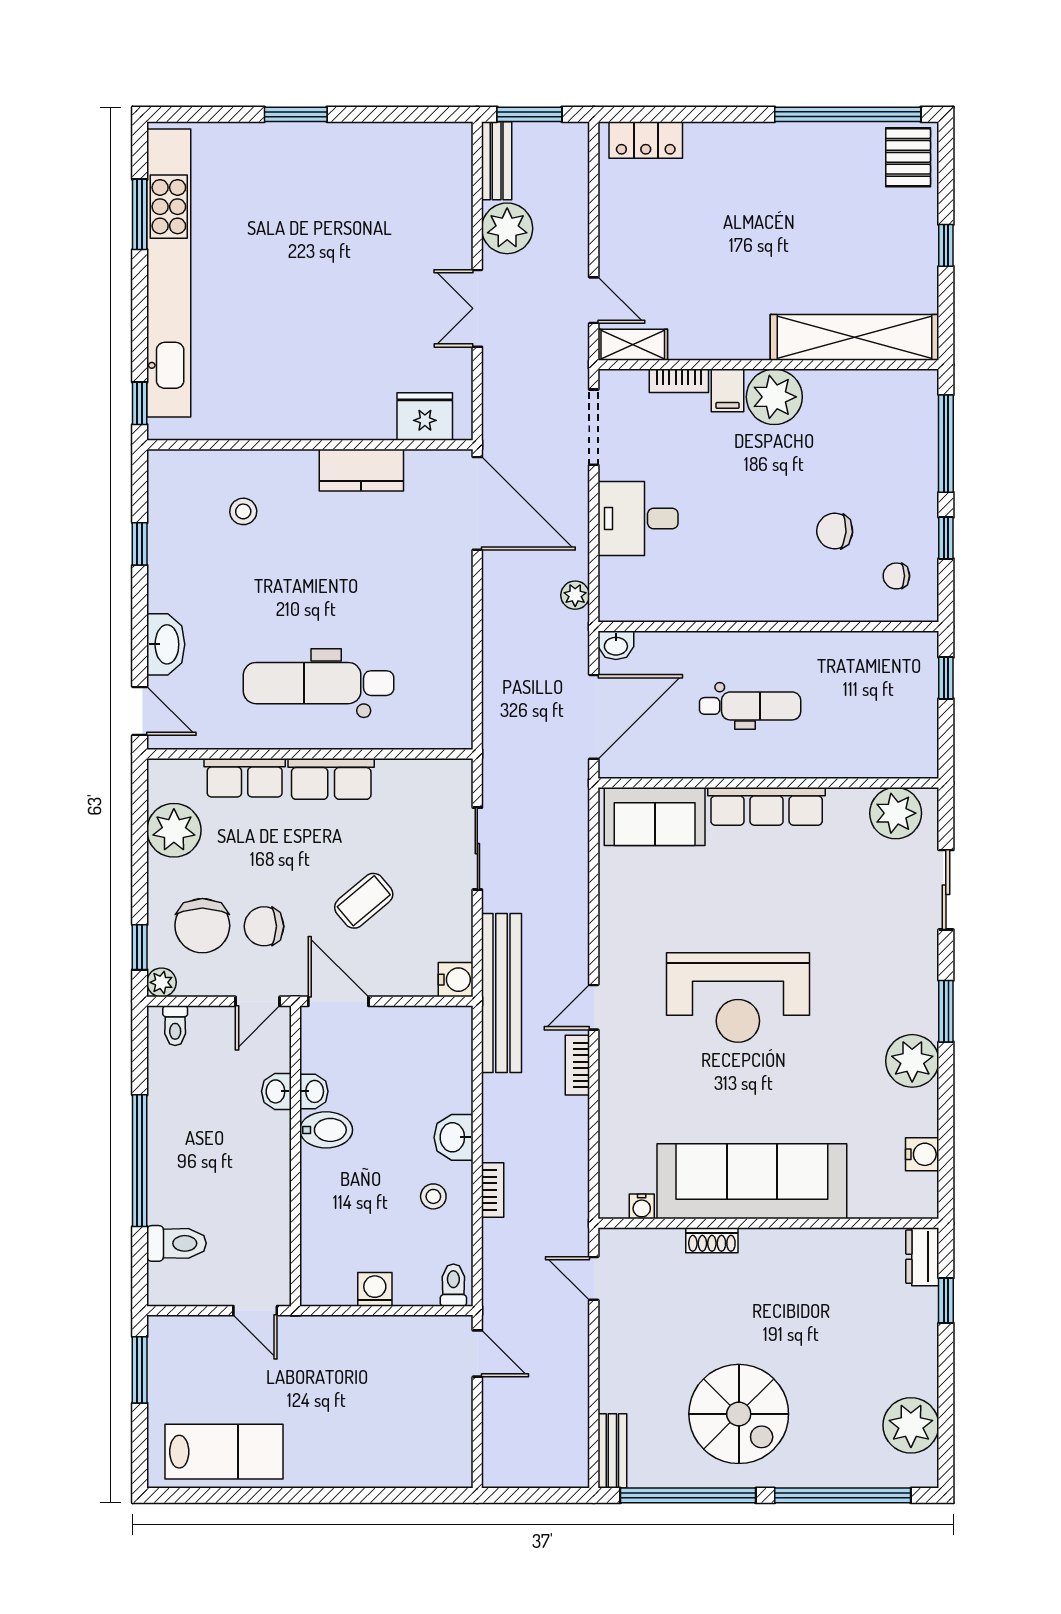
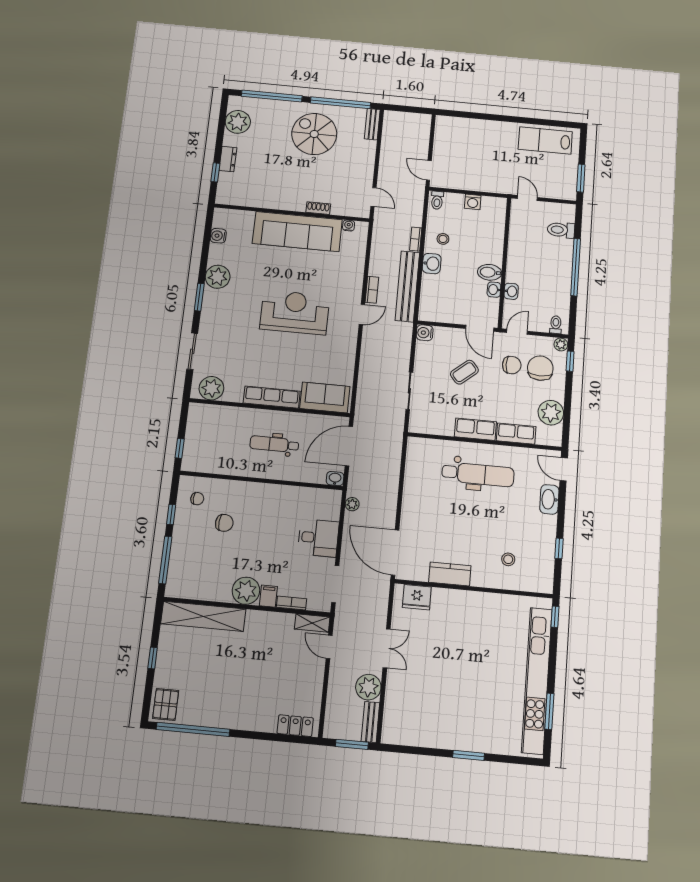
bench: (501, 993) -> (407, 286), moved
dresser: (922, 1257) -> (228, 159), moved

